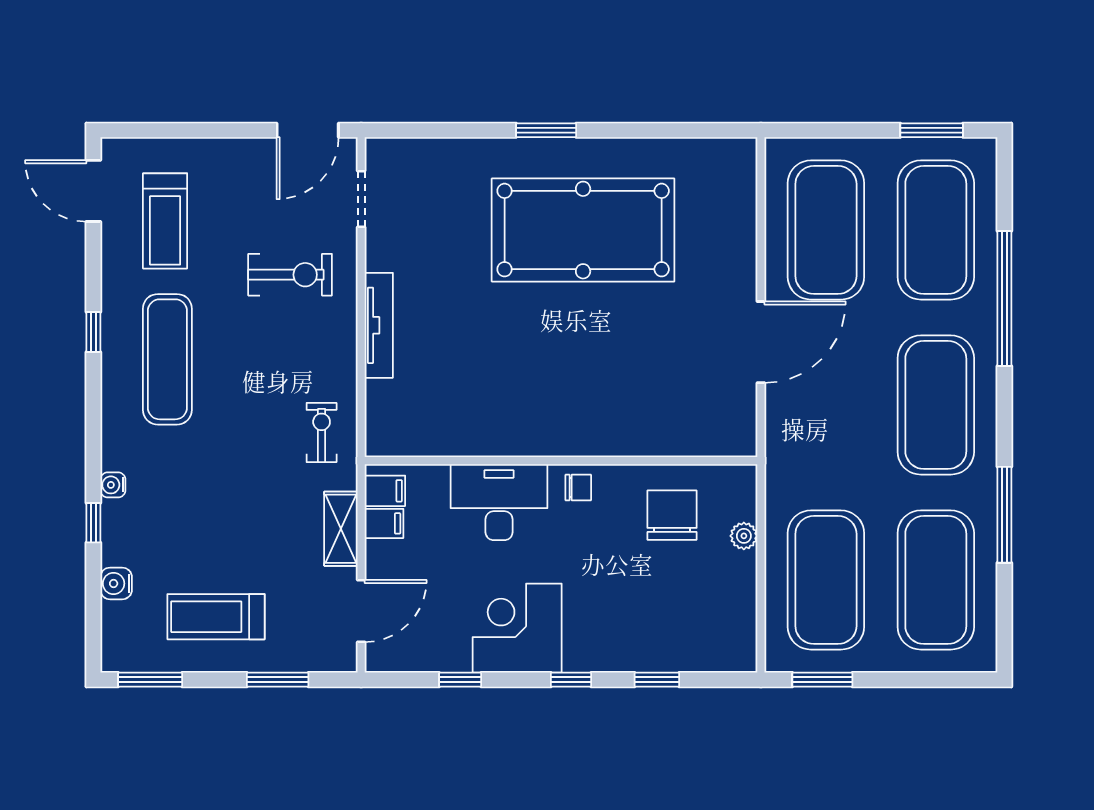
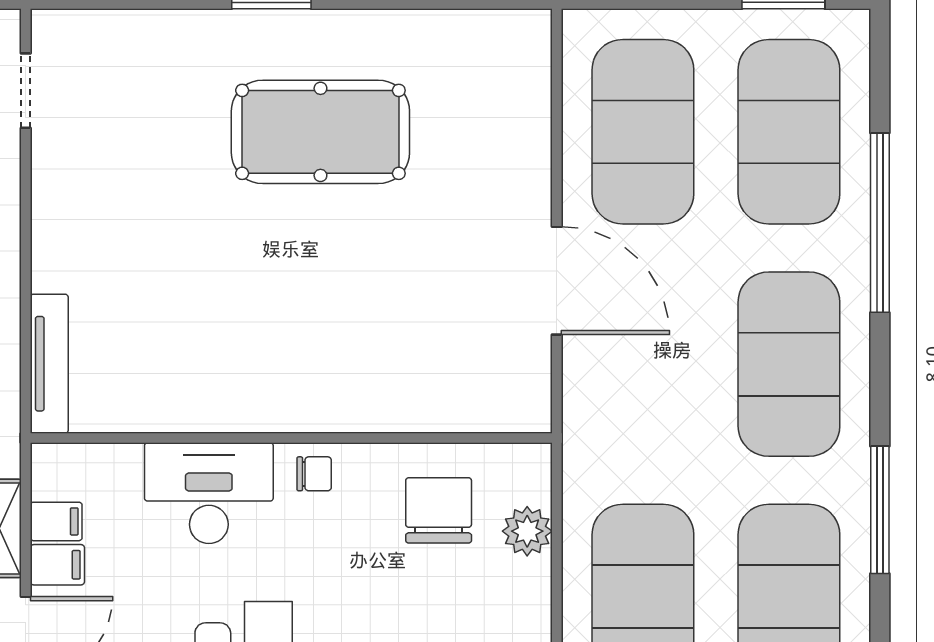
pool table: (583, 230) -> (320, 132), width x0.73, depth x0.76
tv unit: (379, 325) -> (49, 364), moved
door: (761, 342) -> (557, 281), hinge flipped
filing cabinet: (385, 491) -> (57, 565), moved
plant: (744, 536) -> (527, 531), width x1.38, depth x1.38

